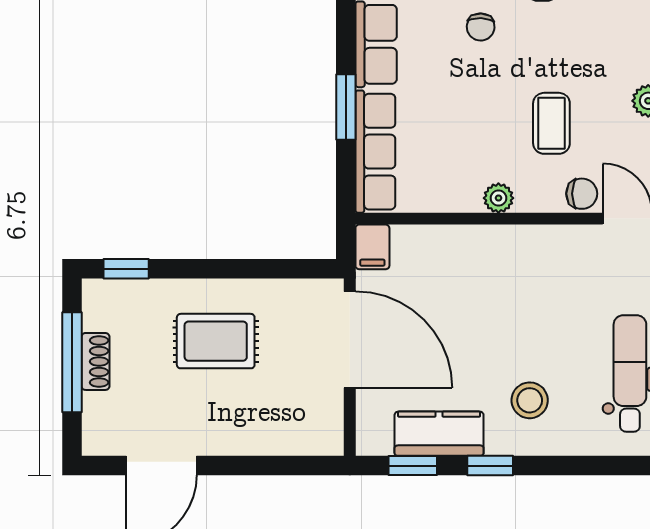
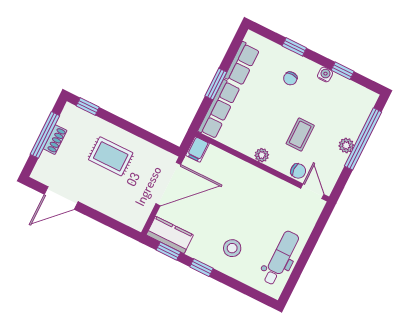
door: (350, 340) -> (168, 184), hinge flipped
kitchen counter: (439, 434) -> (170, 235), moved

